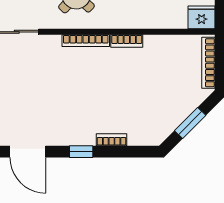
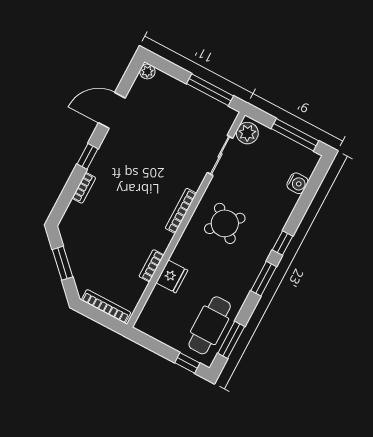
fridge: (202, 17) -> (172, 276), moved
bookcase: (127, 41) -> (151, 266), moved

